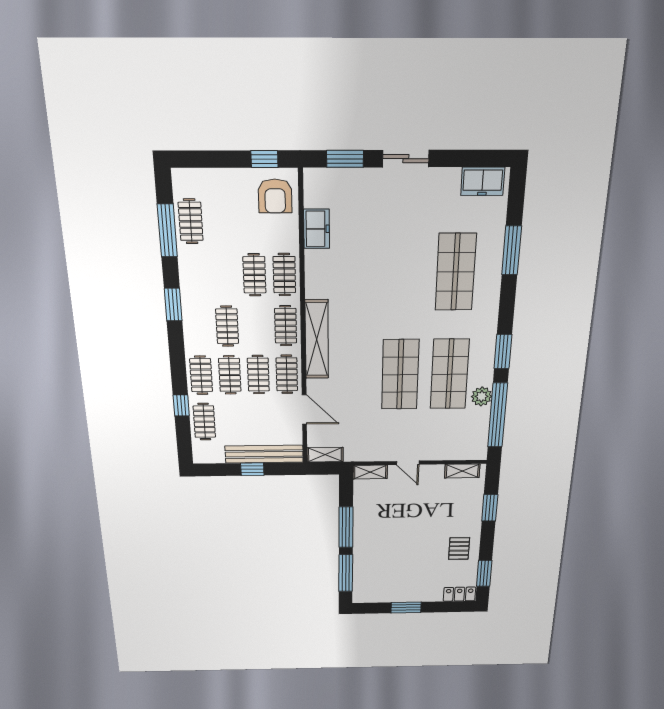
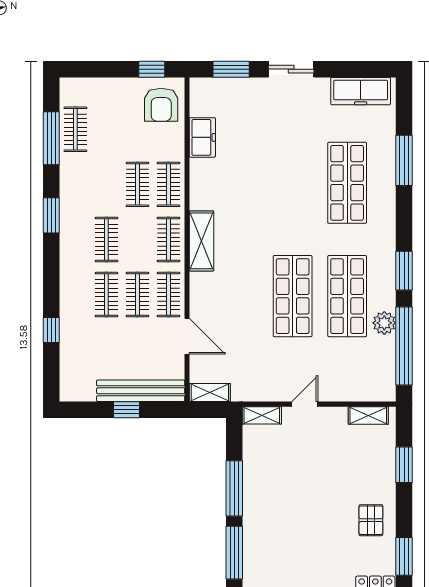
freezer: (483, 181) -> (361, 91), width x1.40
shelving: (317, 339) -> (201, 241), width x0.68
clothes rail: (201, 375) -> (75, 295), removed
clothes rail: (204, 422) -> (75, 350), removed
door: (408, 463) -> (305, 404), swing flipped

